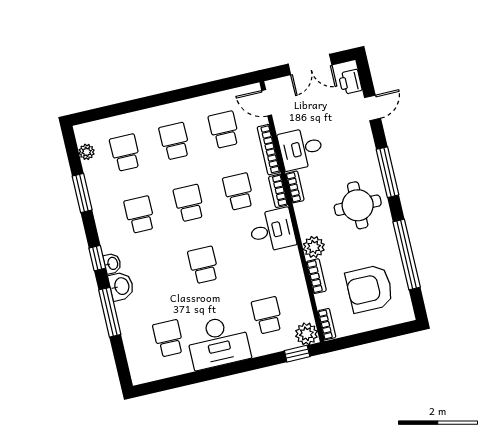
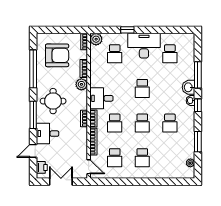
desk: (301, 149) -> (48, 134), moved, turned 180
school desk: (125, 153) -> (170, 158), removed
window: (297, 354) -> (127, 30), moved

